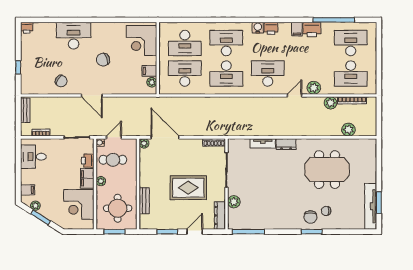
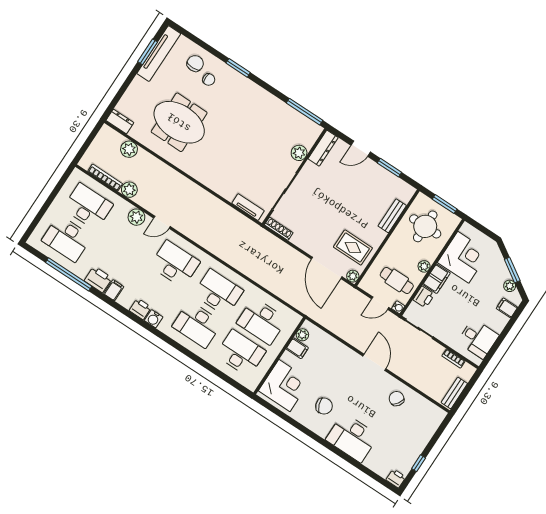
chair: (103, 60) -> (324, 406), moved
window: (18, 67) -> (419, 463), moved
desk: (268, 74) -> (175, 264), turned 180
tv unit: (263, 143) -> (248, 207), moved
dresser: (286, 144) -> (120, 121), moved
rug: (188, 188) -> (353, 247), moved, width x0.73, depth x0.70
chair: (310, 217) -> (195, 63), moved

